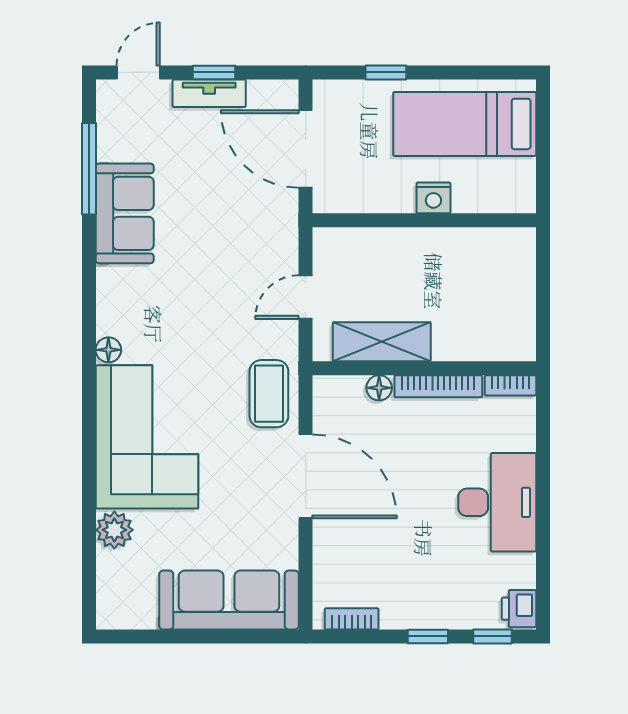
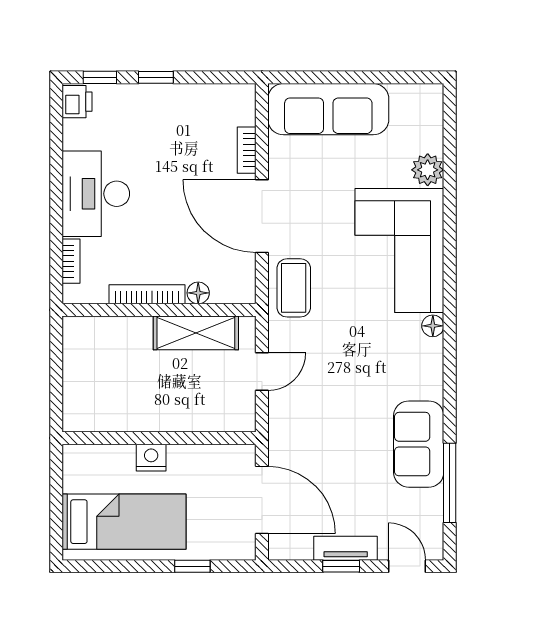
door: (138, 72) -> (407, 566), swing flipped
bookcase: (510, 385) -> (71, 261), moved, turned 90
bookcase: (352, 619) -> (247, 150), moved, turned 90

